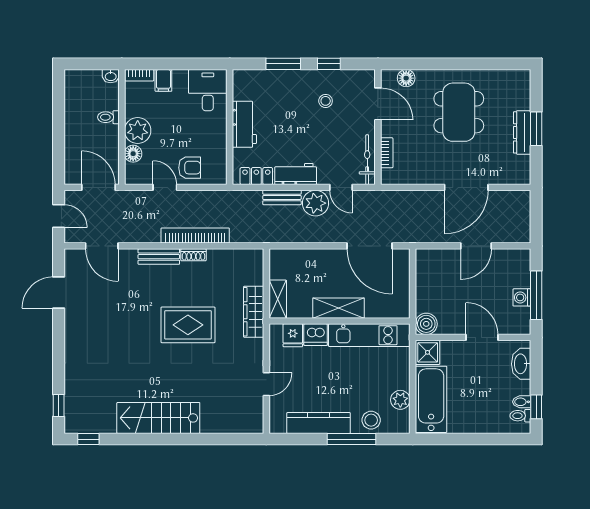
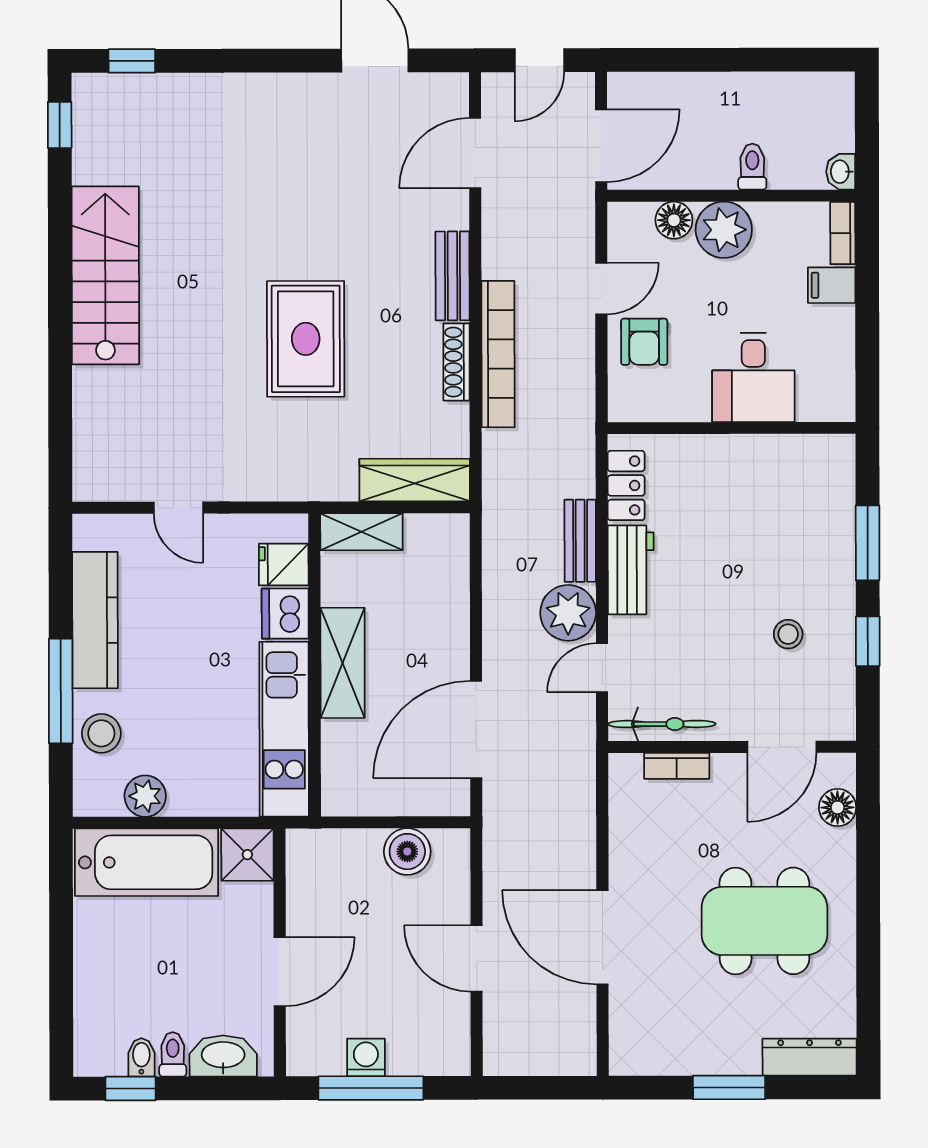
desk: (208, 90) -> (753, 377), moved, turned 90
workbench: (244, 124) -> (738, 460), removed
dresser: (522, 132) -> (810, 1057), moved
shoe rack: (193, 255) -> (456, 362), width x1.43
wardrobe: (254, 312) -> (415, 480), moved
boiler: (426, 324) -> (407, 852), moved
toilet: (520, 416) -> (173, 1054), moved

